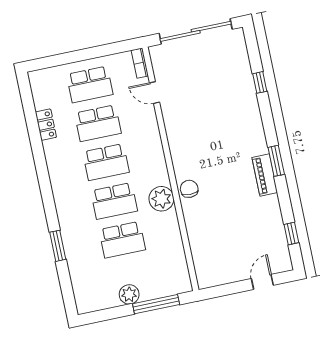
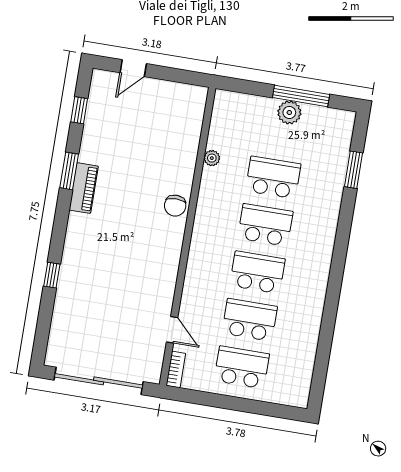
window: (260, 82) -> (52, 275), moved
locker: (46, 125) -> (309, 341), removed
window: (276, 161) -> (69, 171), moved
plant: (161, 199) -> (212, 158), moved, width x0.53, depth x0.53
window: (58, 246) -> (354, 170), moved
window: (156, 304) -> (301, 96), moved

